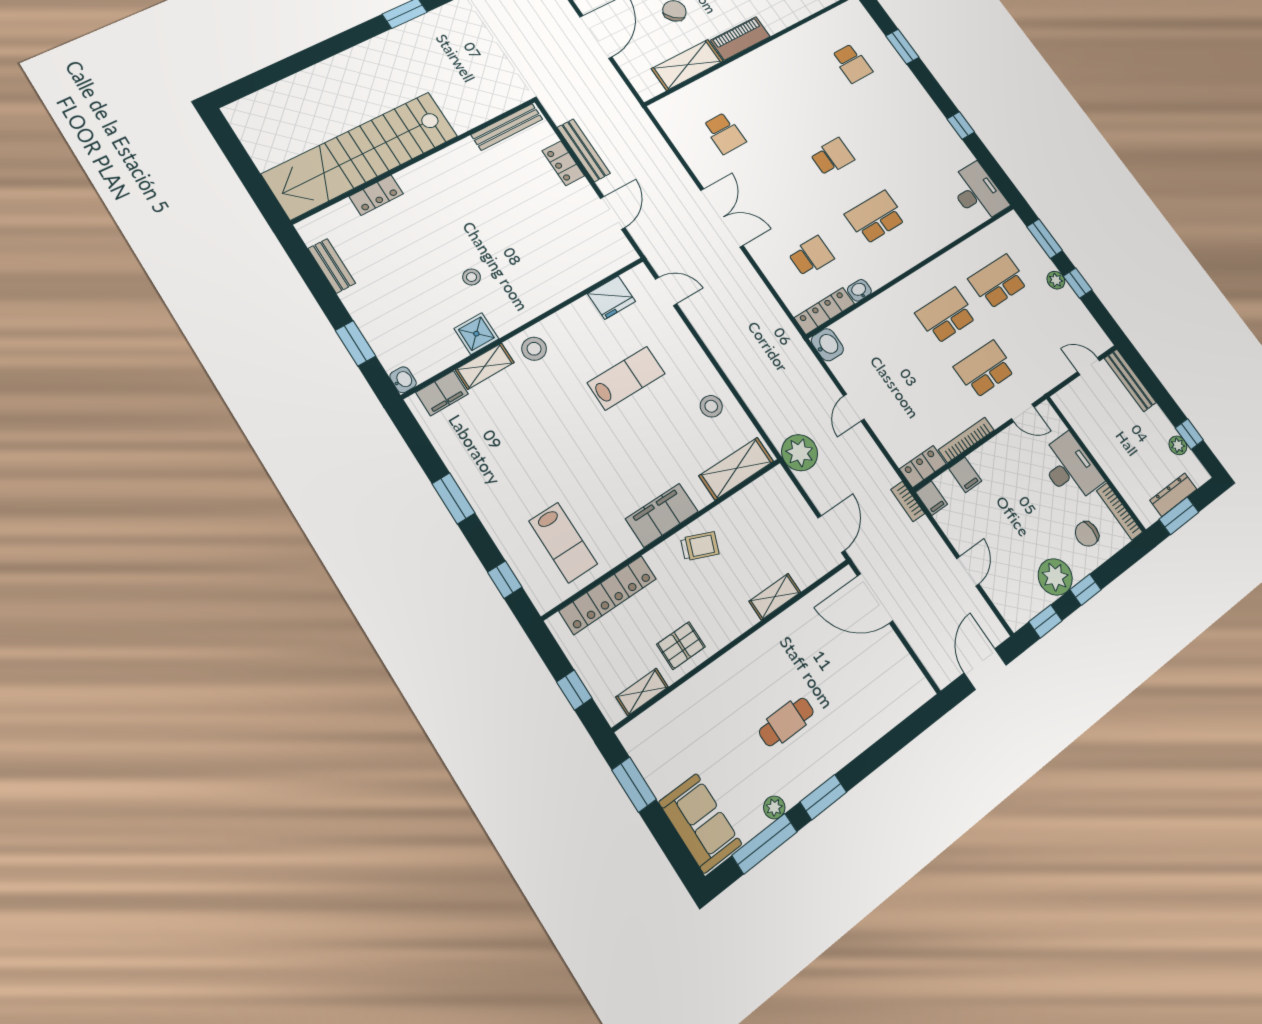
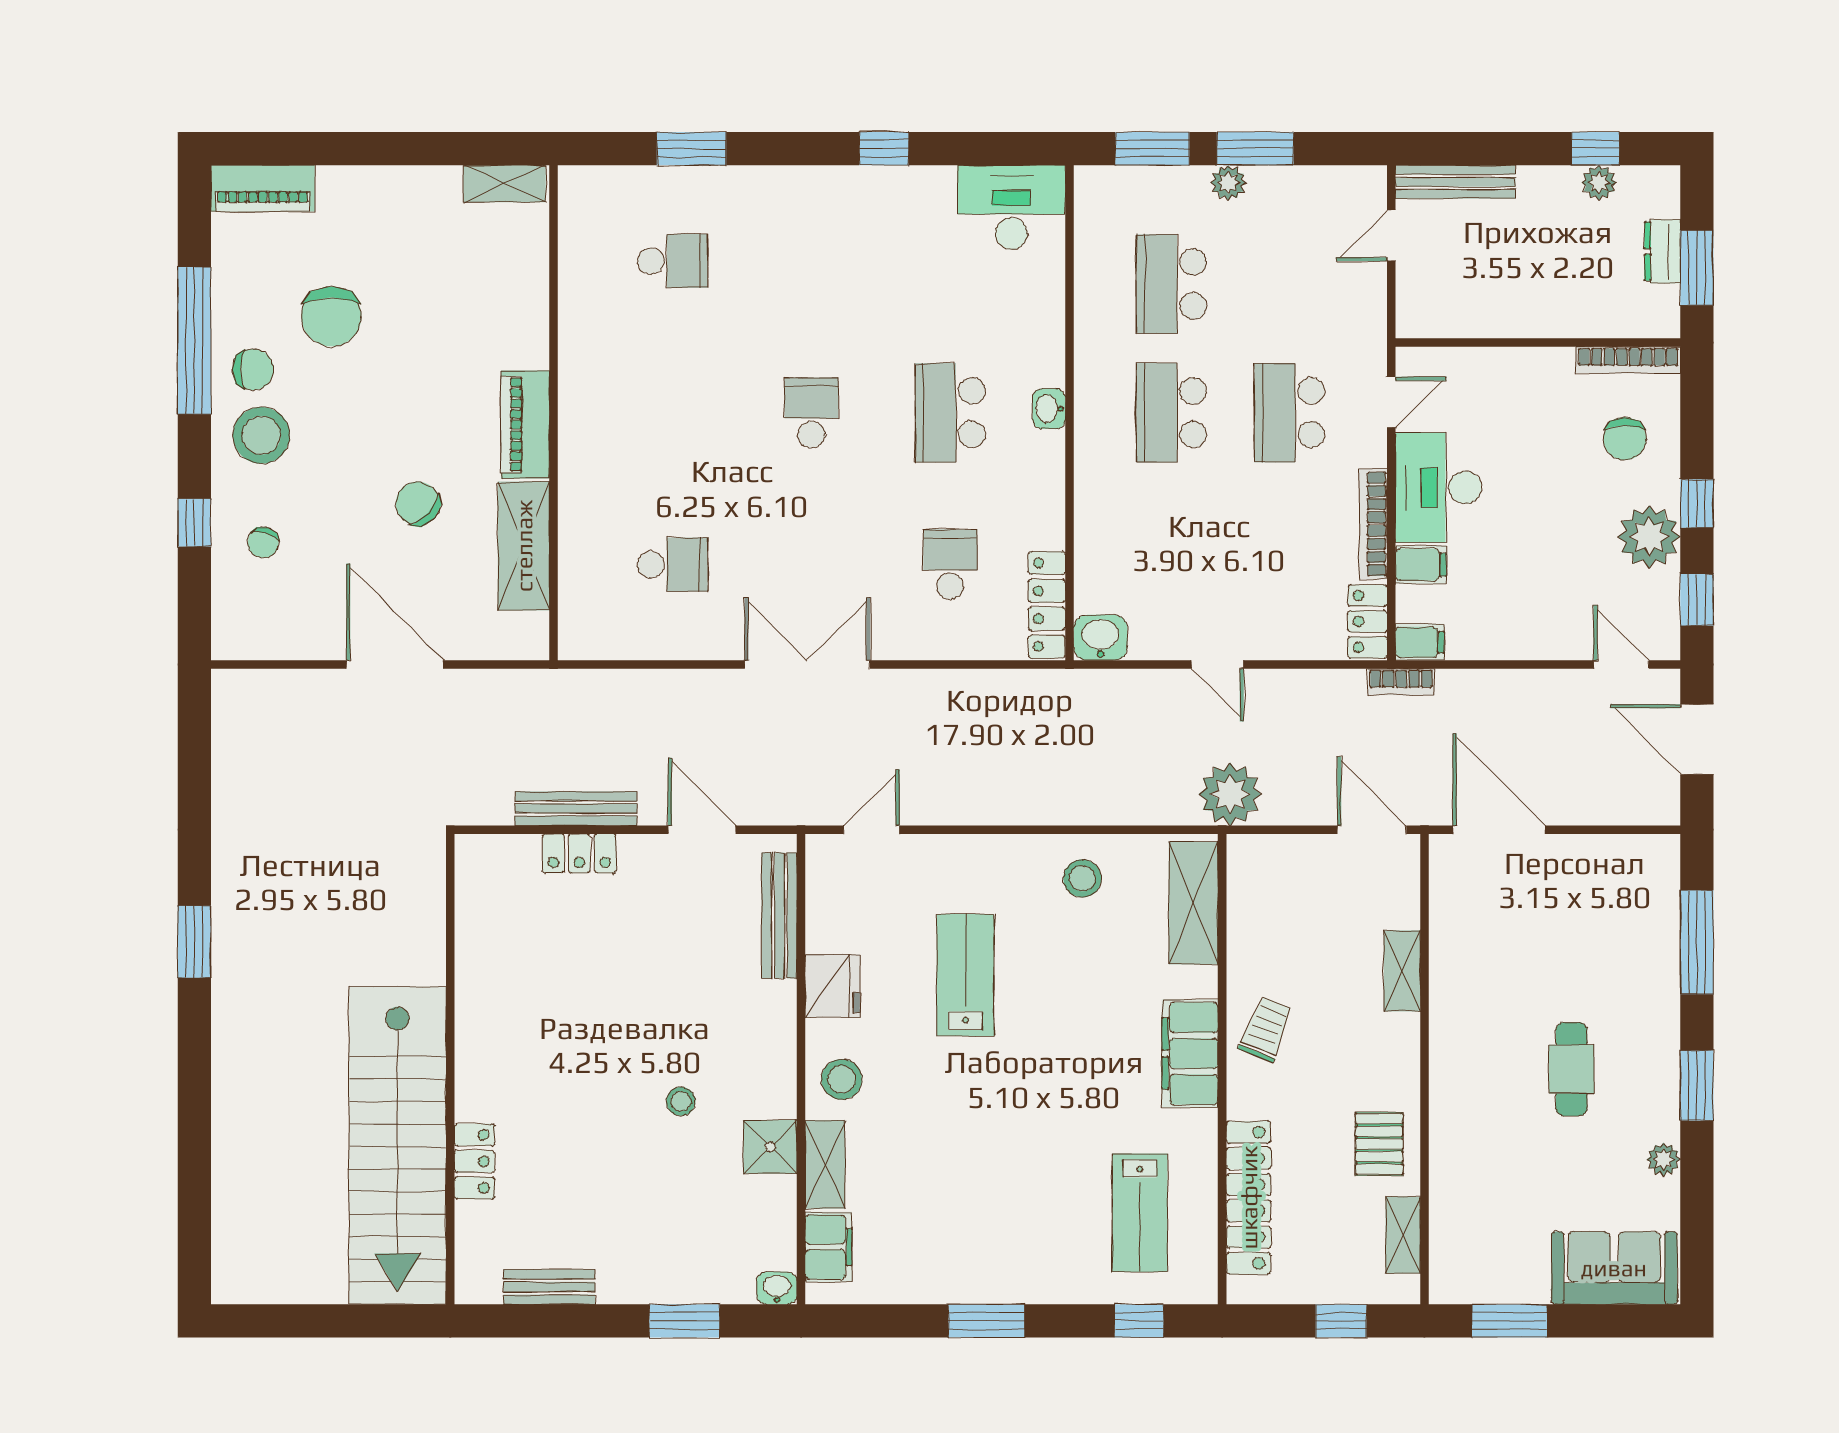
bench: (507, 127) -> (779, 915), moved
window: (1078, 283) -> (1255, 149), width x1.50
washbasin: (859, 290) -> (1049, 409), moved
fridge: (612, 298) -> (832, 986), moved
desk: (1070, 468) -> (1439, 488), moved, turned -90
dresser: (1173, 495) -> (1662, 251), width x0.70
lab bench: (563, 543) -> (1140, 1213), turned 90
door: (968, 571) -> (1621, 665), moved
door: (875, 598) -> (1499, 830), swing flipped
window: (765, 844) -> (1697, 942), moved

